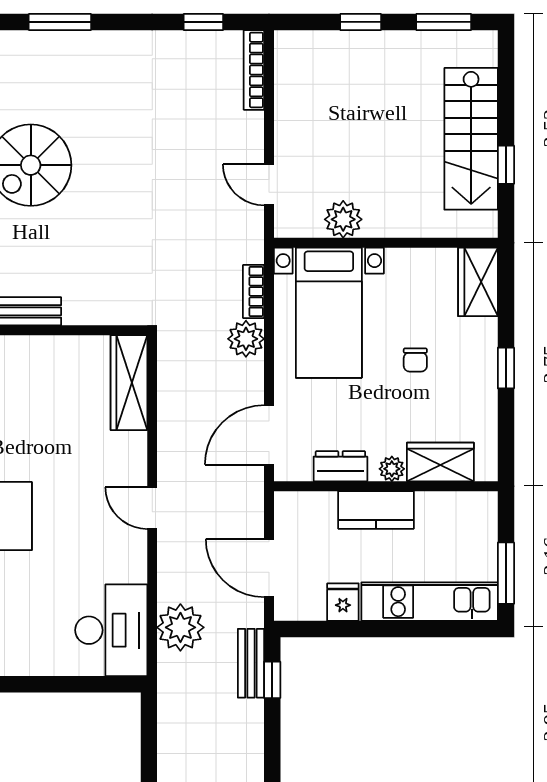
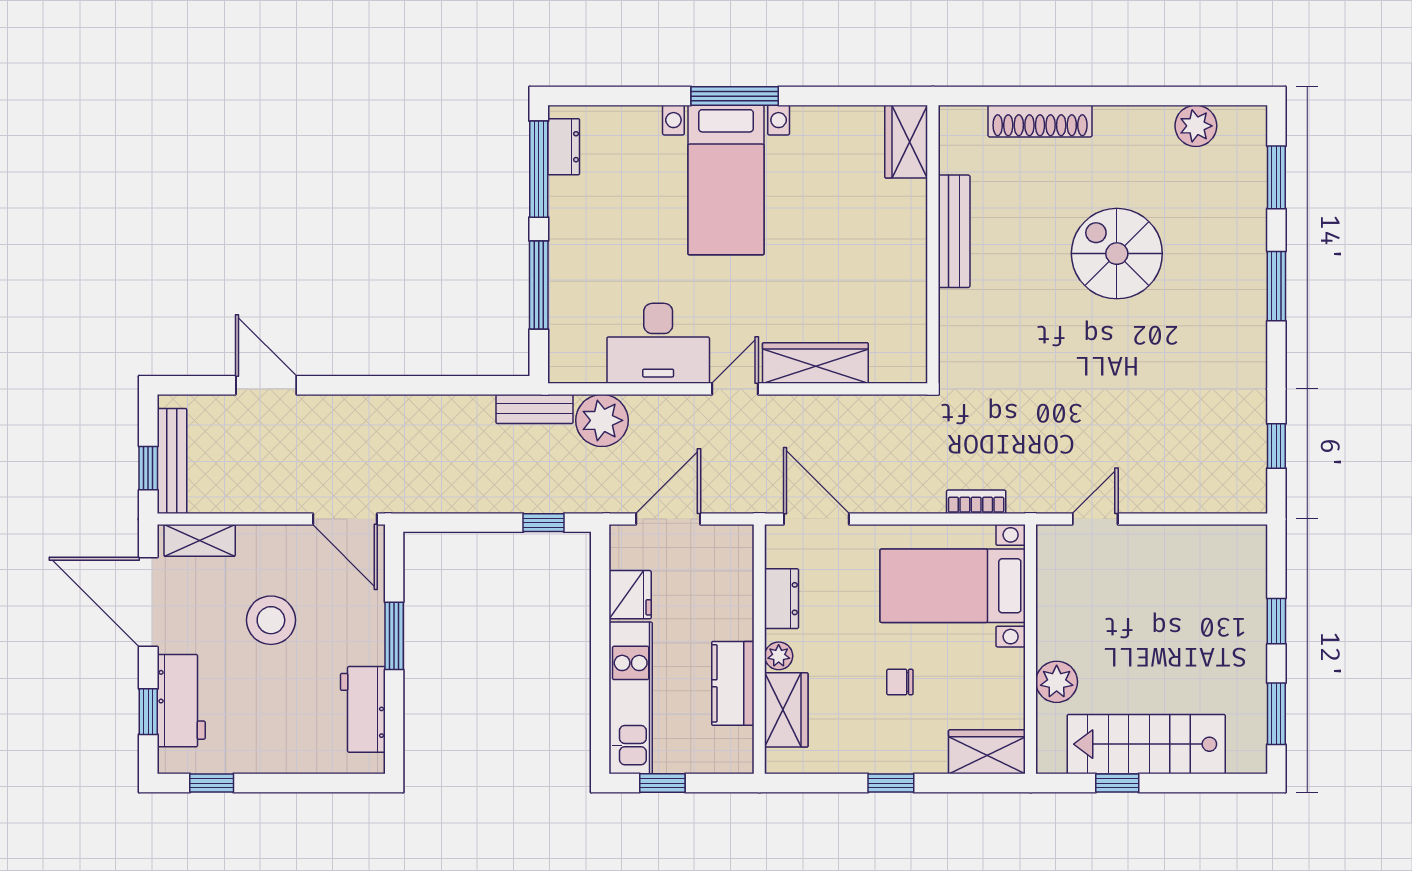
bookcase: (254, 70) -> (1223, 502), removed
plant: (343, 219) -> (1057, 682), moved
plant: (246, 339) -> (923, 493), removed
wardrobe: (129, 383) -> (815, 363), moved
kitchen counter: (376, 510) -> (733, 683), moved
window: (506, 573) -> (662, 783), width x0.67
fridge: (343, 602) -> (630, 595), width x1.38
desk: (111, 630) -> (658, 343), moved
bench: (251, 663) -> (535, 409), moved
window: (59, 684) -> (539, 285), added

